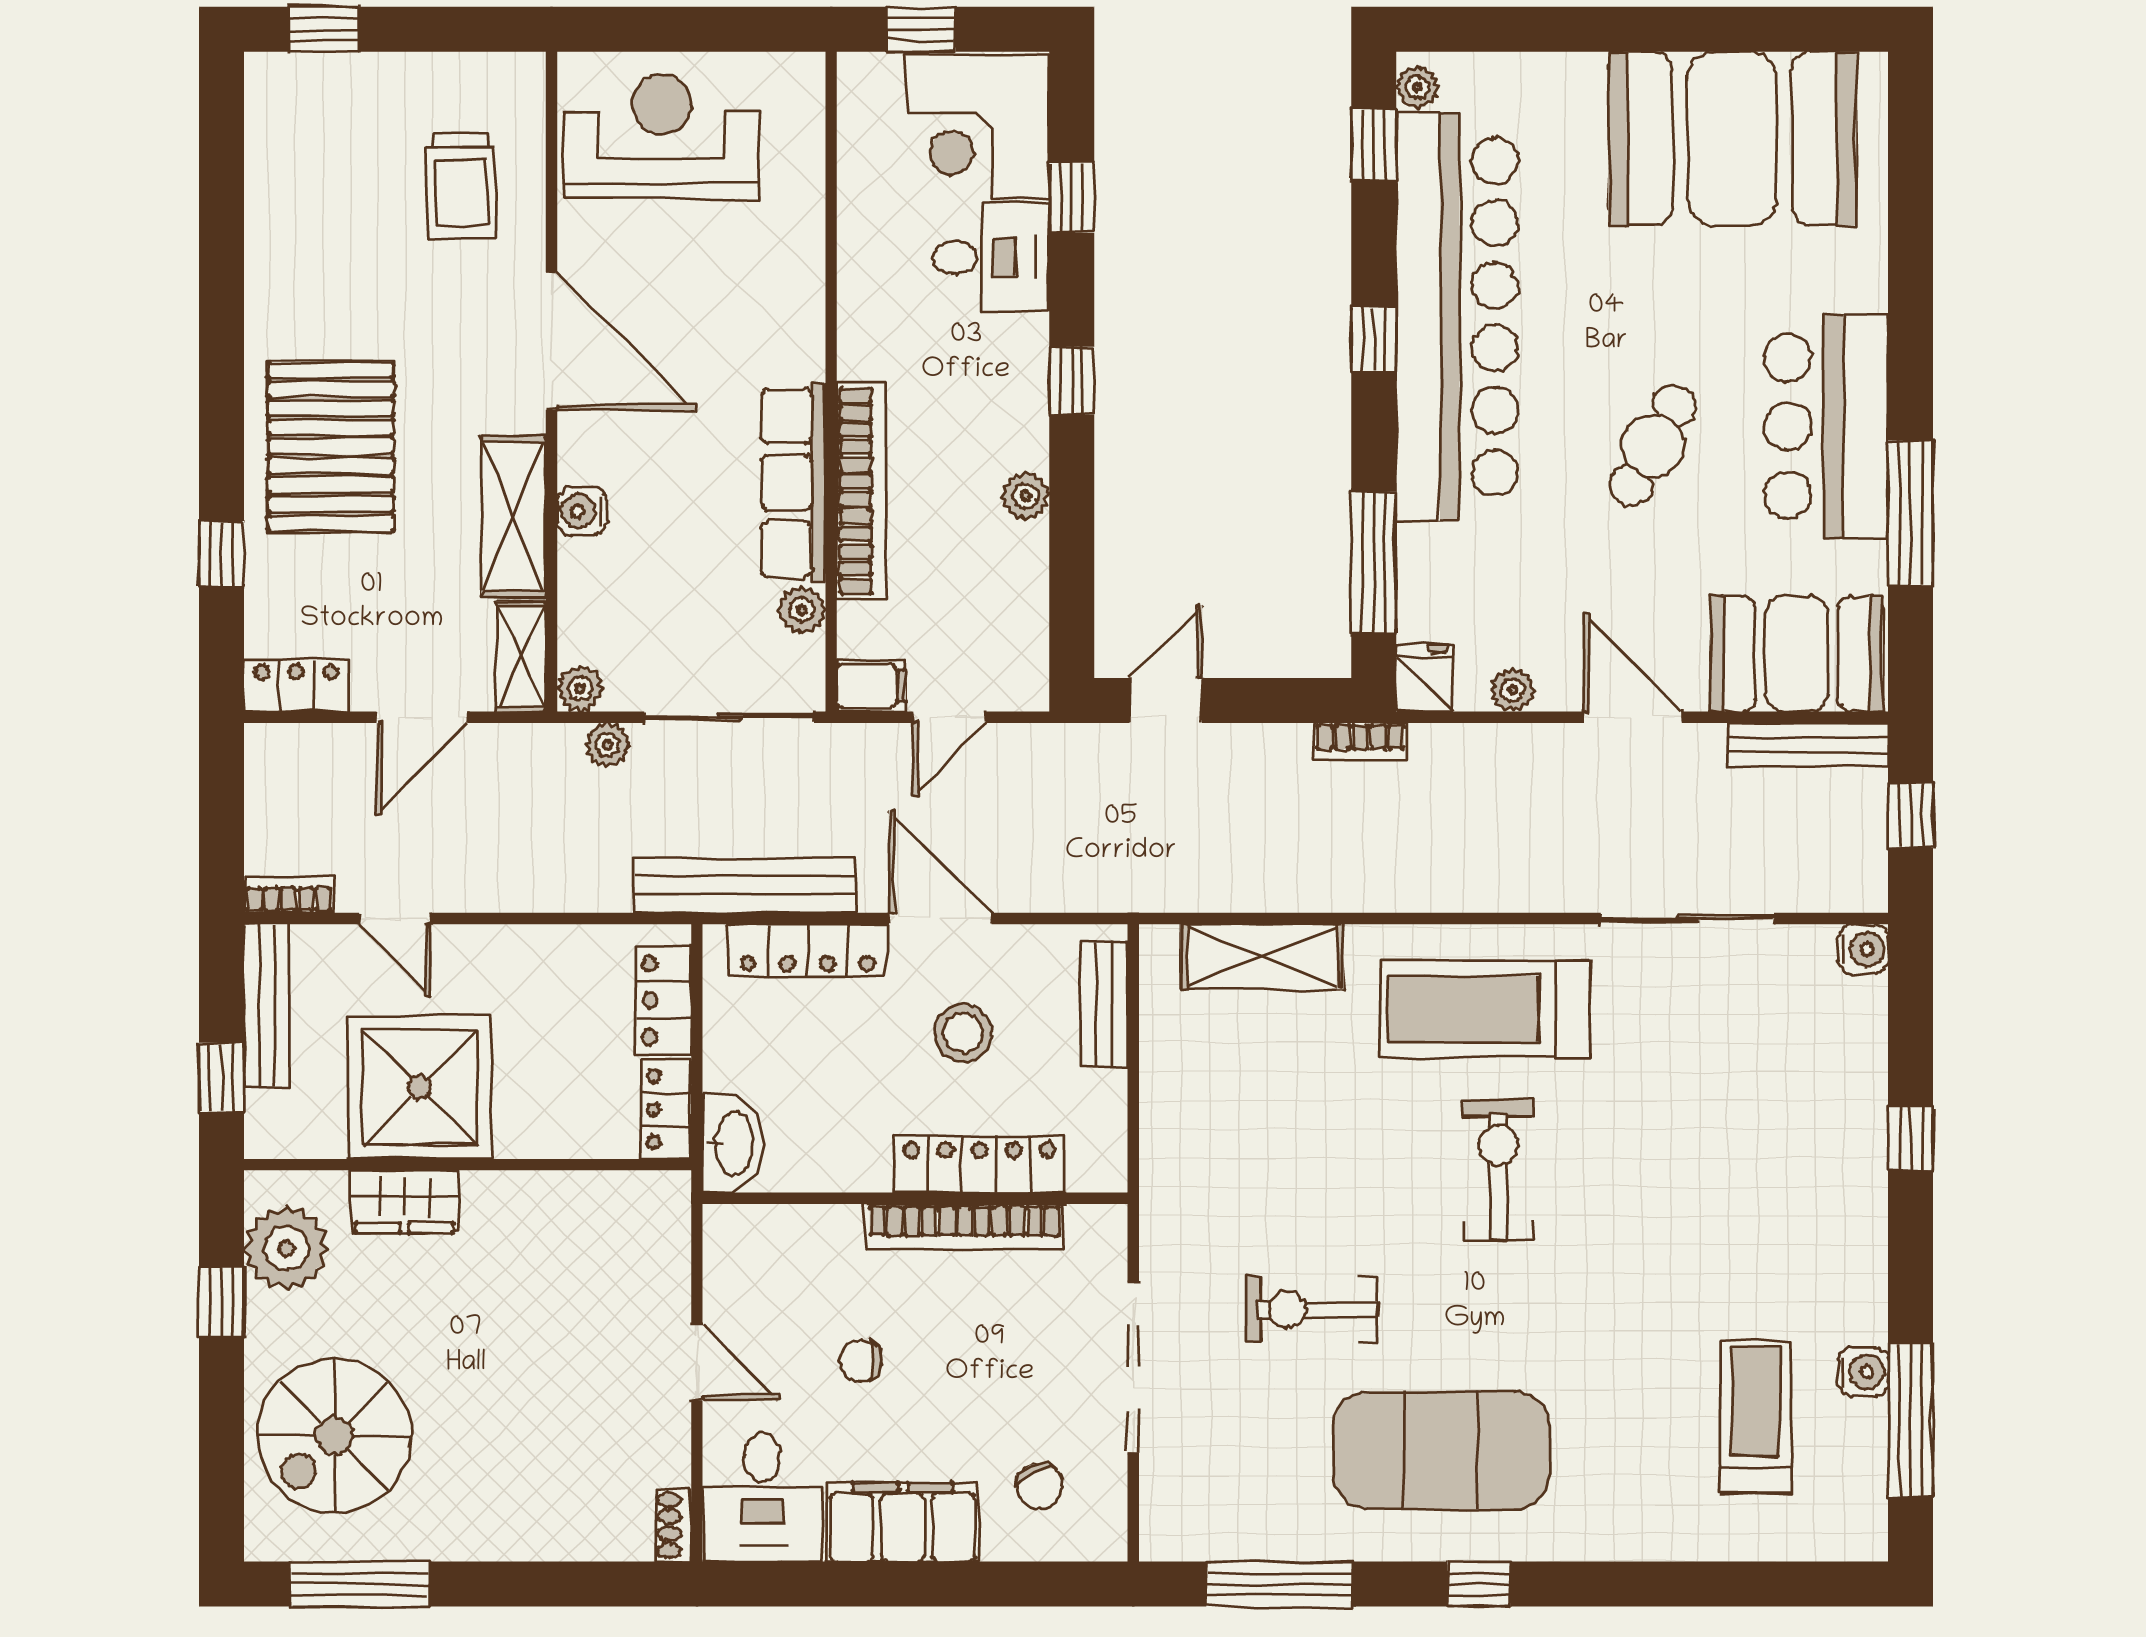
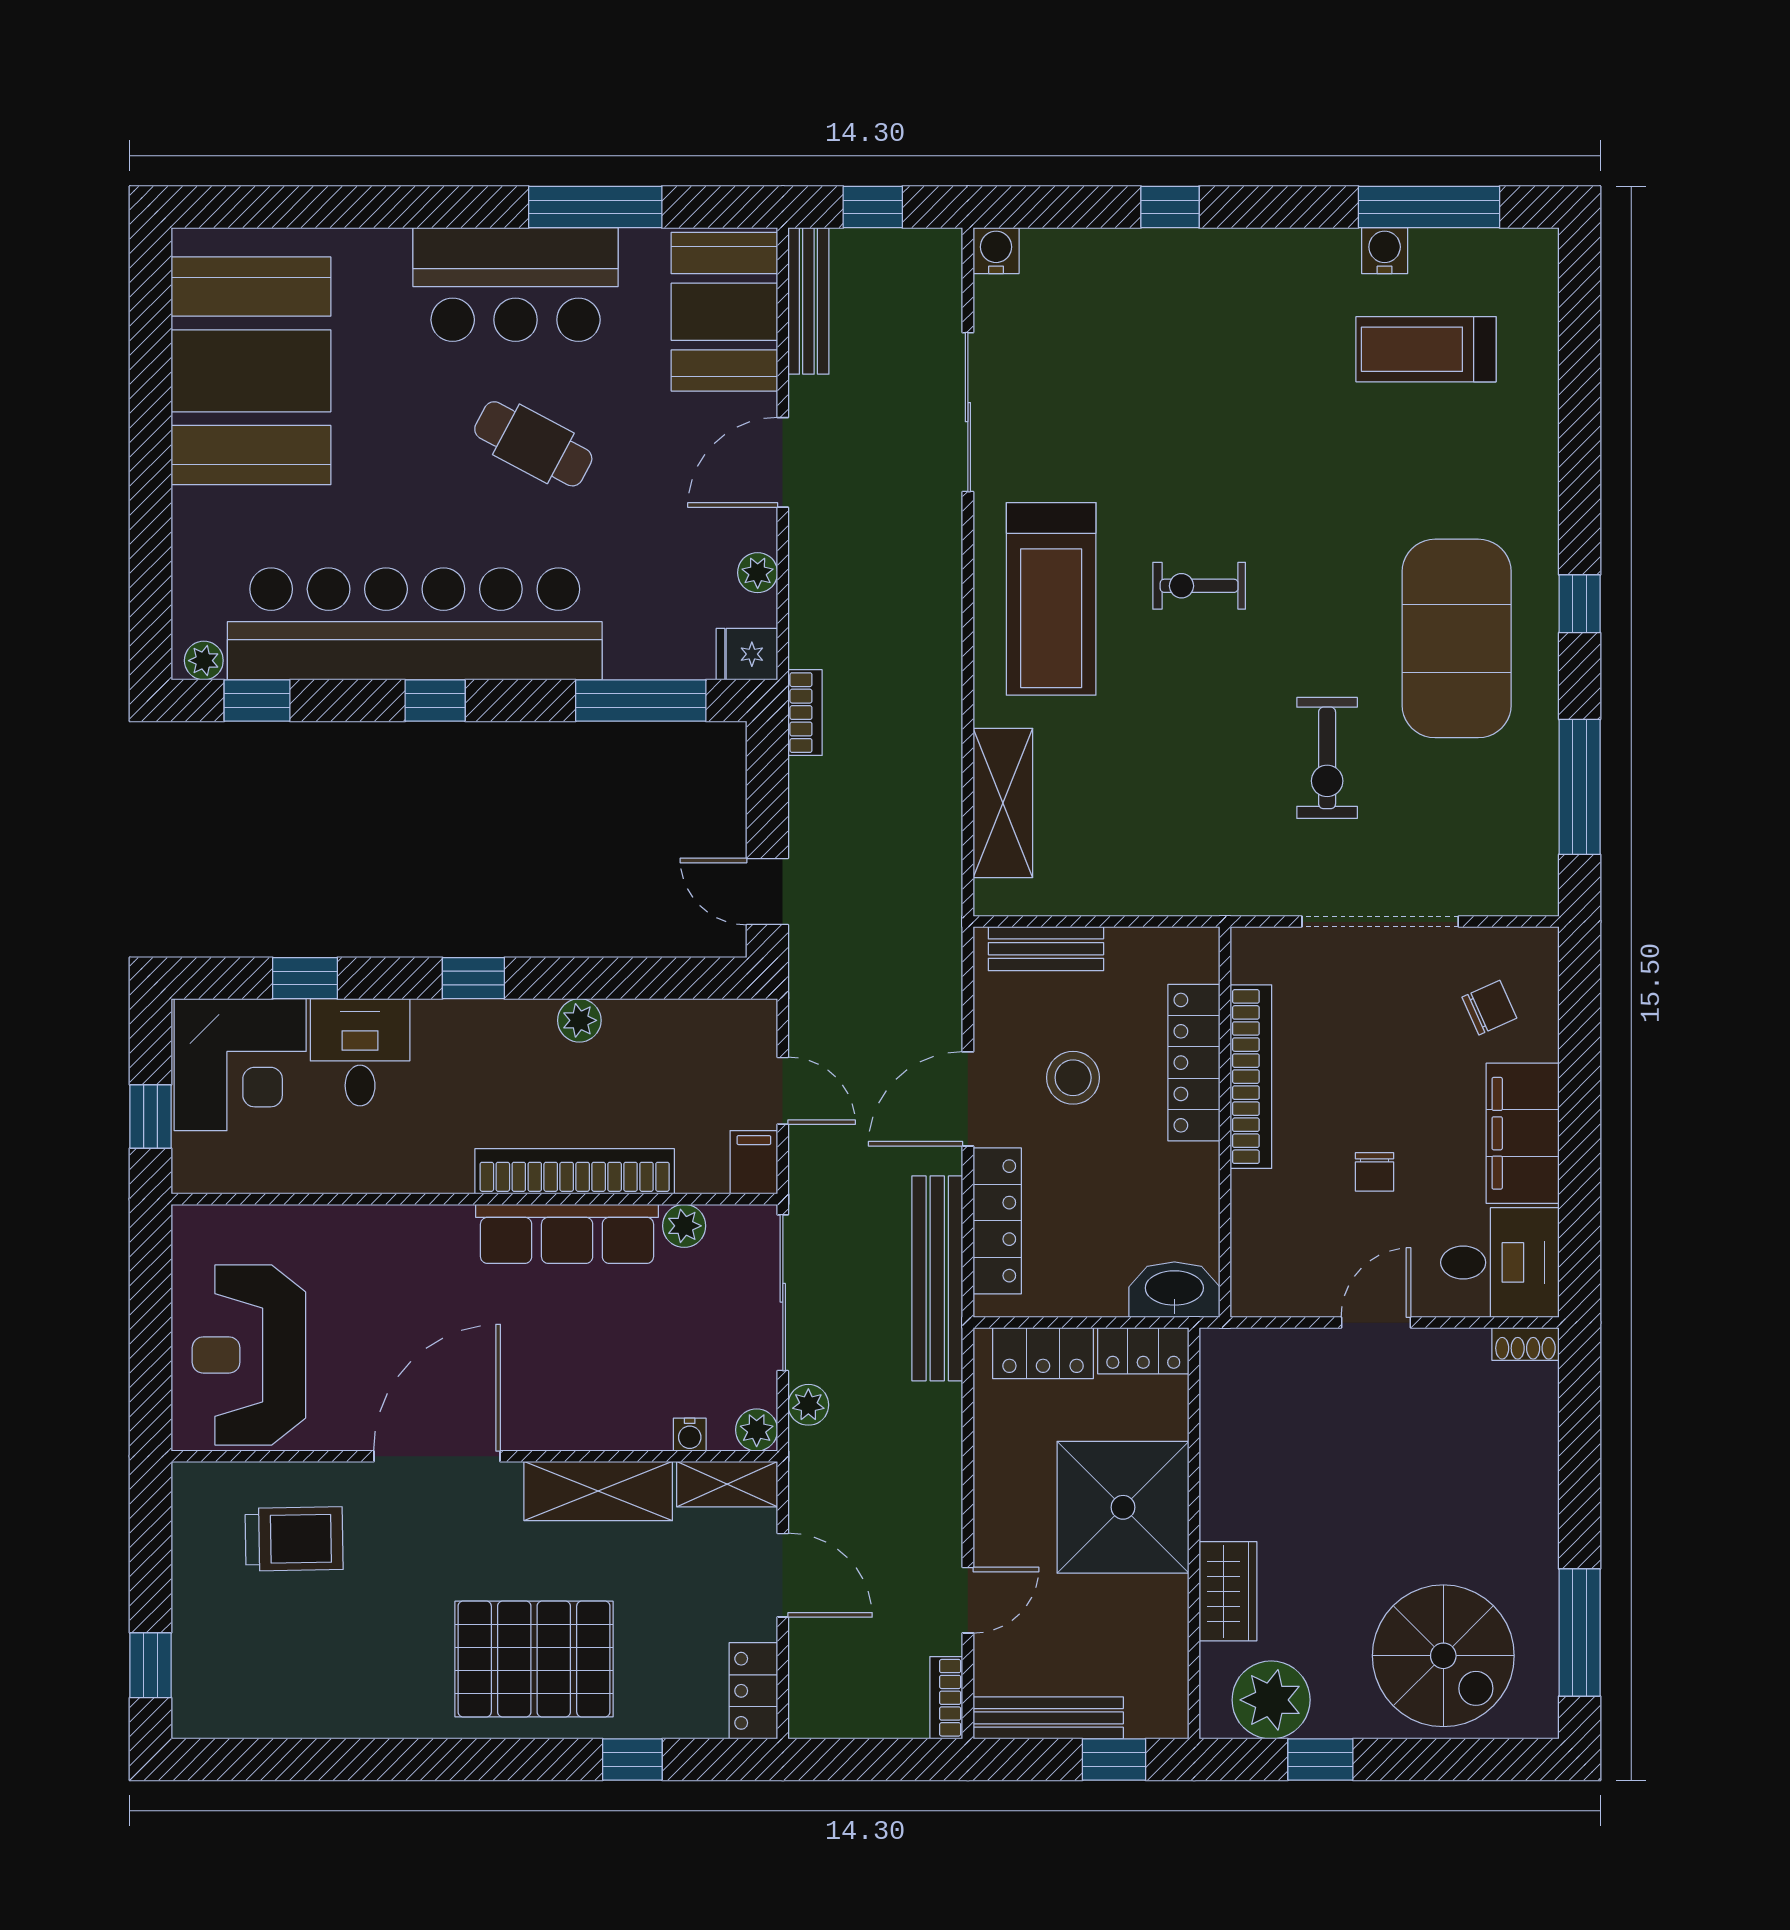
water cooler: (582, 511) -> (690, 1435), moved, width x0.72, depth x0.72
shower: (420, 1087) -> (1123, 1507), moved
exercise bike: (1498, 1170) -> (1199, 586), width x0.73, depth x0.72

